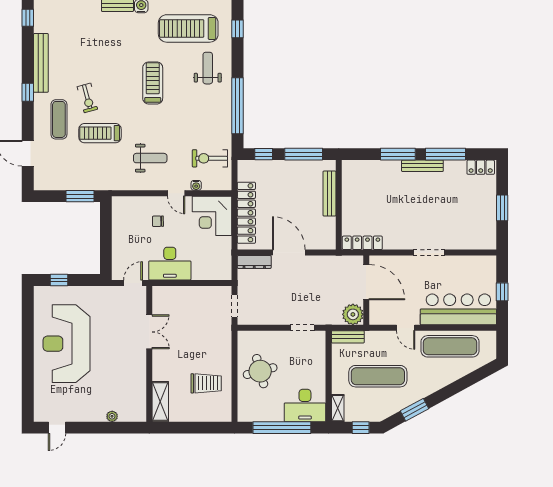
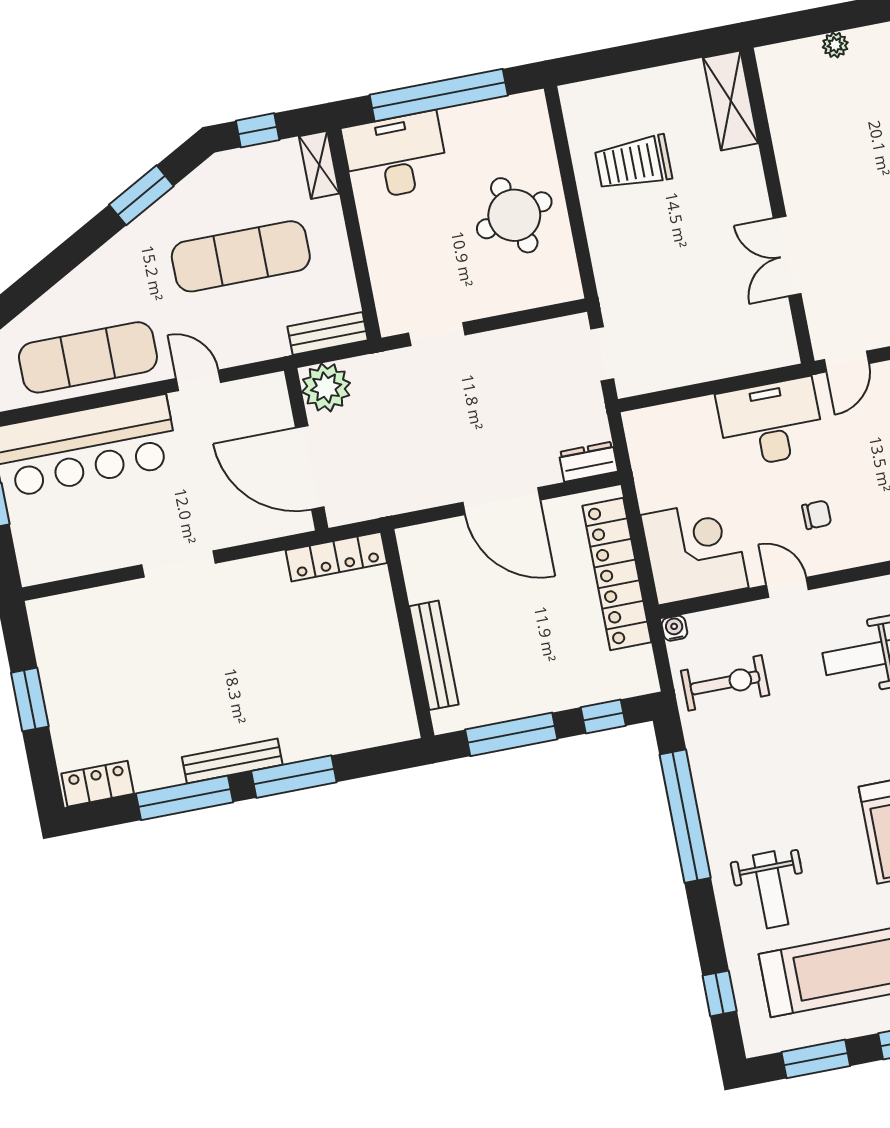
water cooler: (196, 185) -> (674, 628), moved
dresser: (254, 262) -> (588, 462), width x0.70

